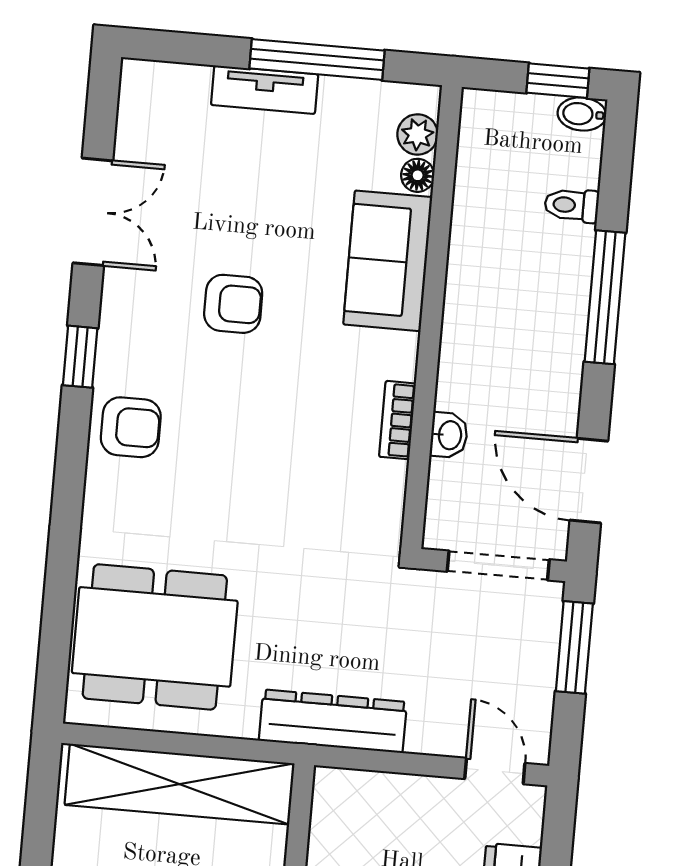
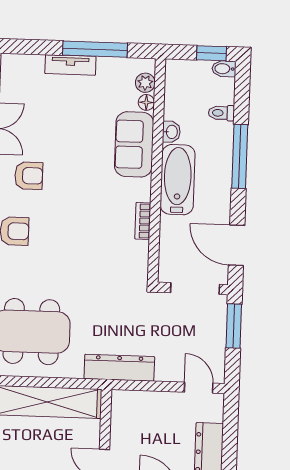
armchair: (233, 304) -> (29, 176), moved
bathtub: (474, 338) -> (178, 180), added
washbasin: (449, 435) -> (171, 132), moved

